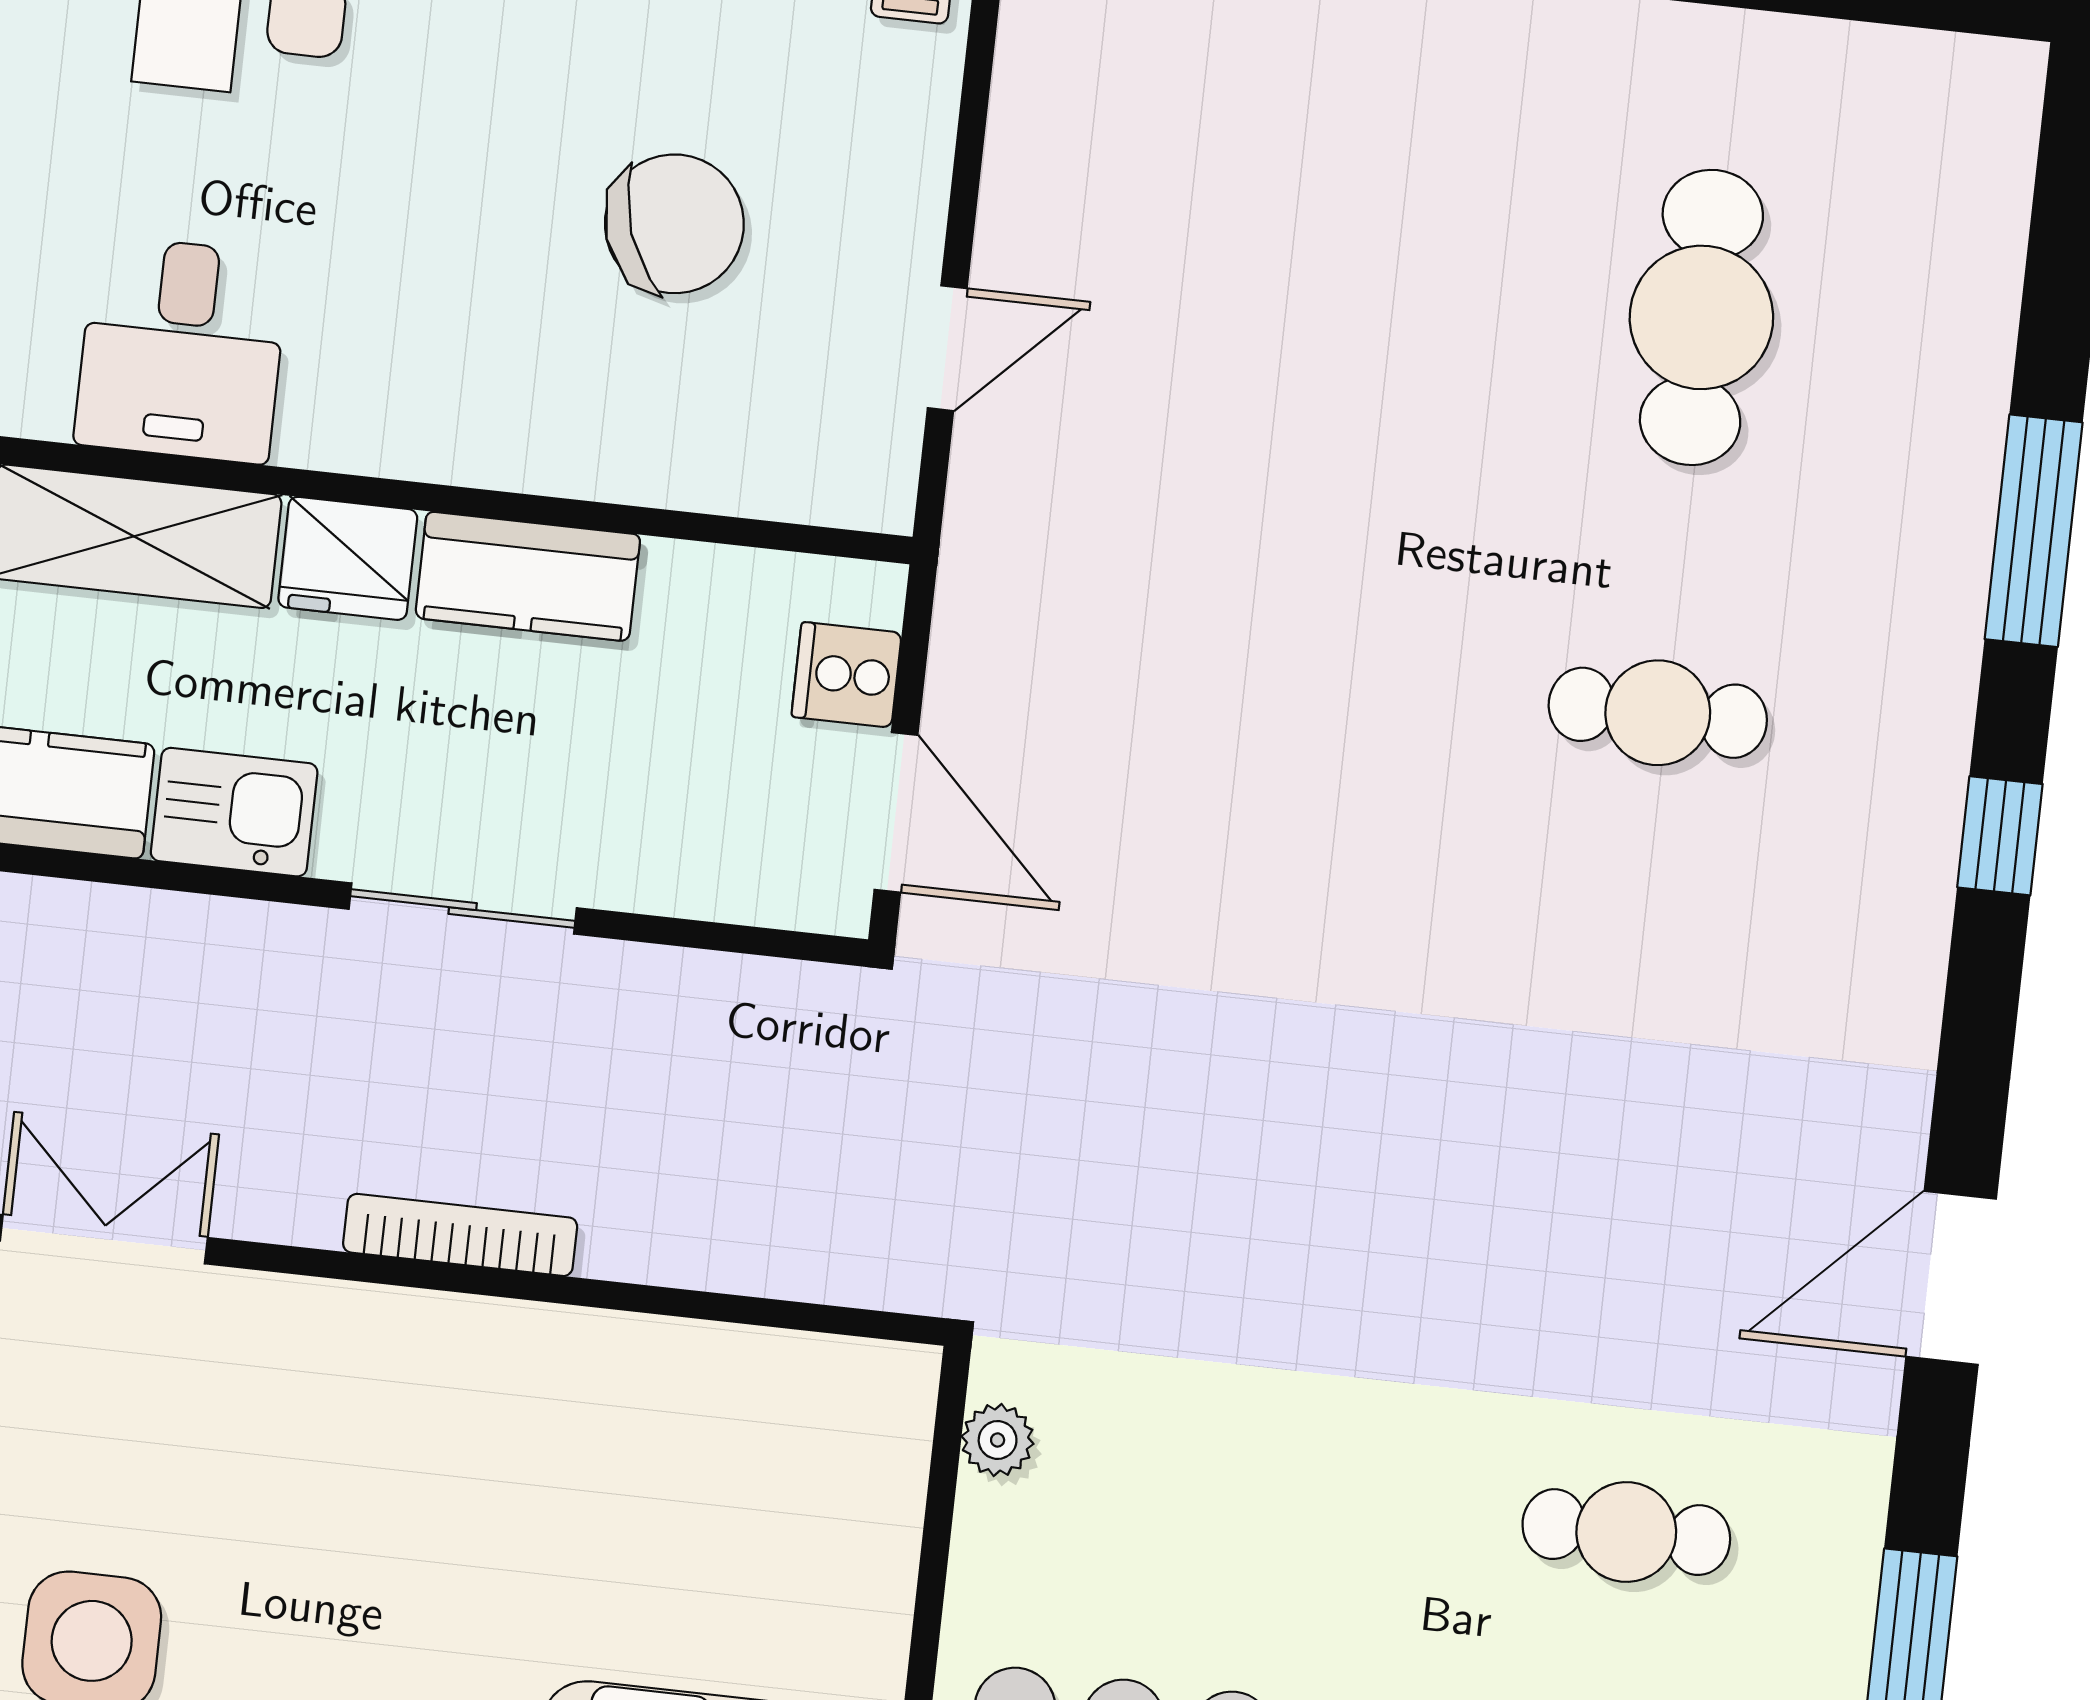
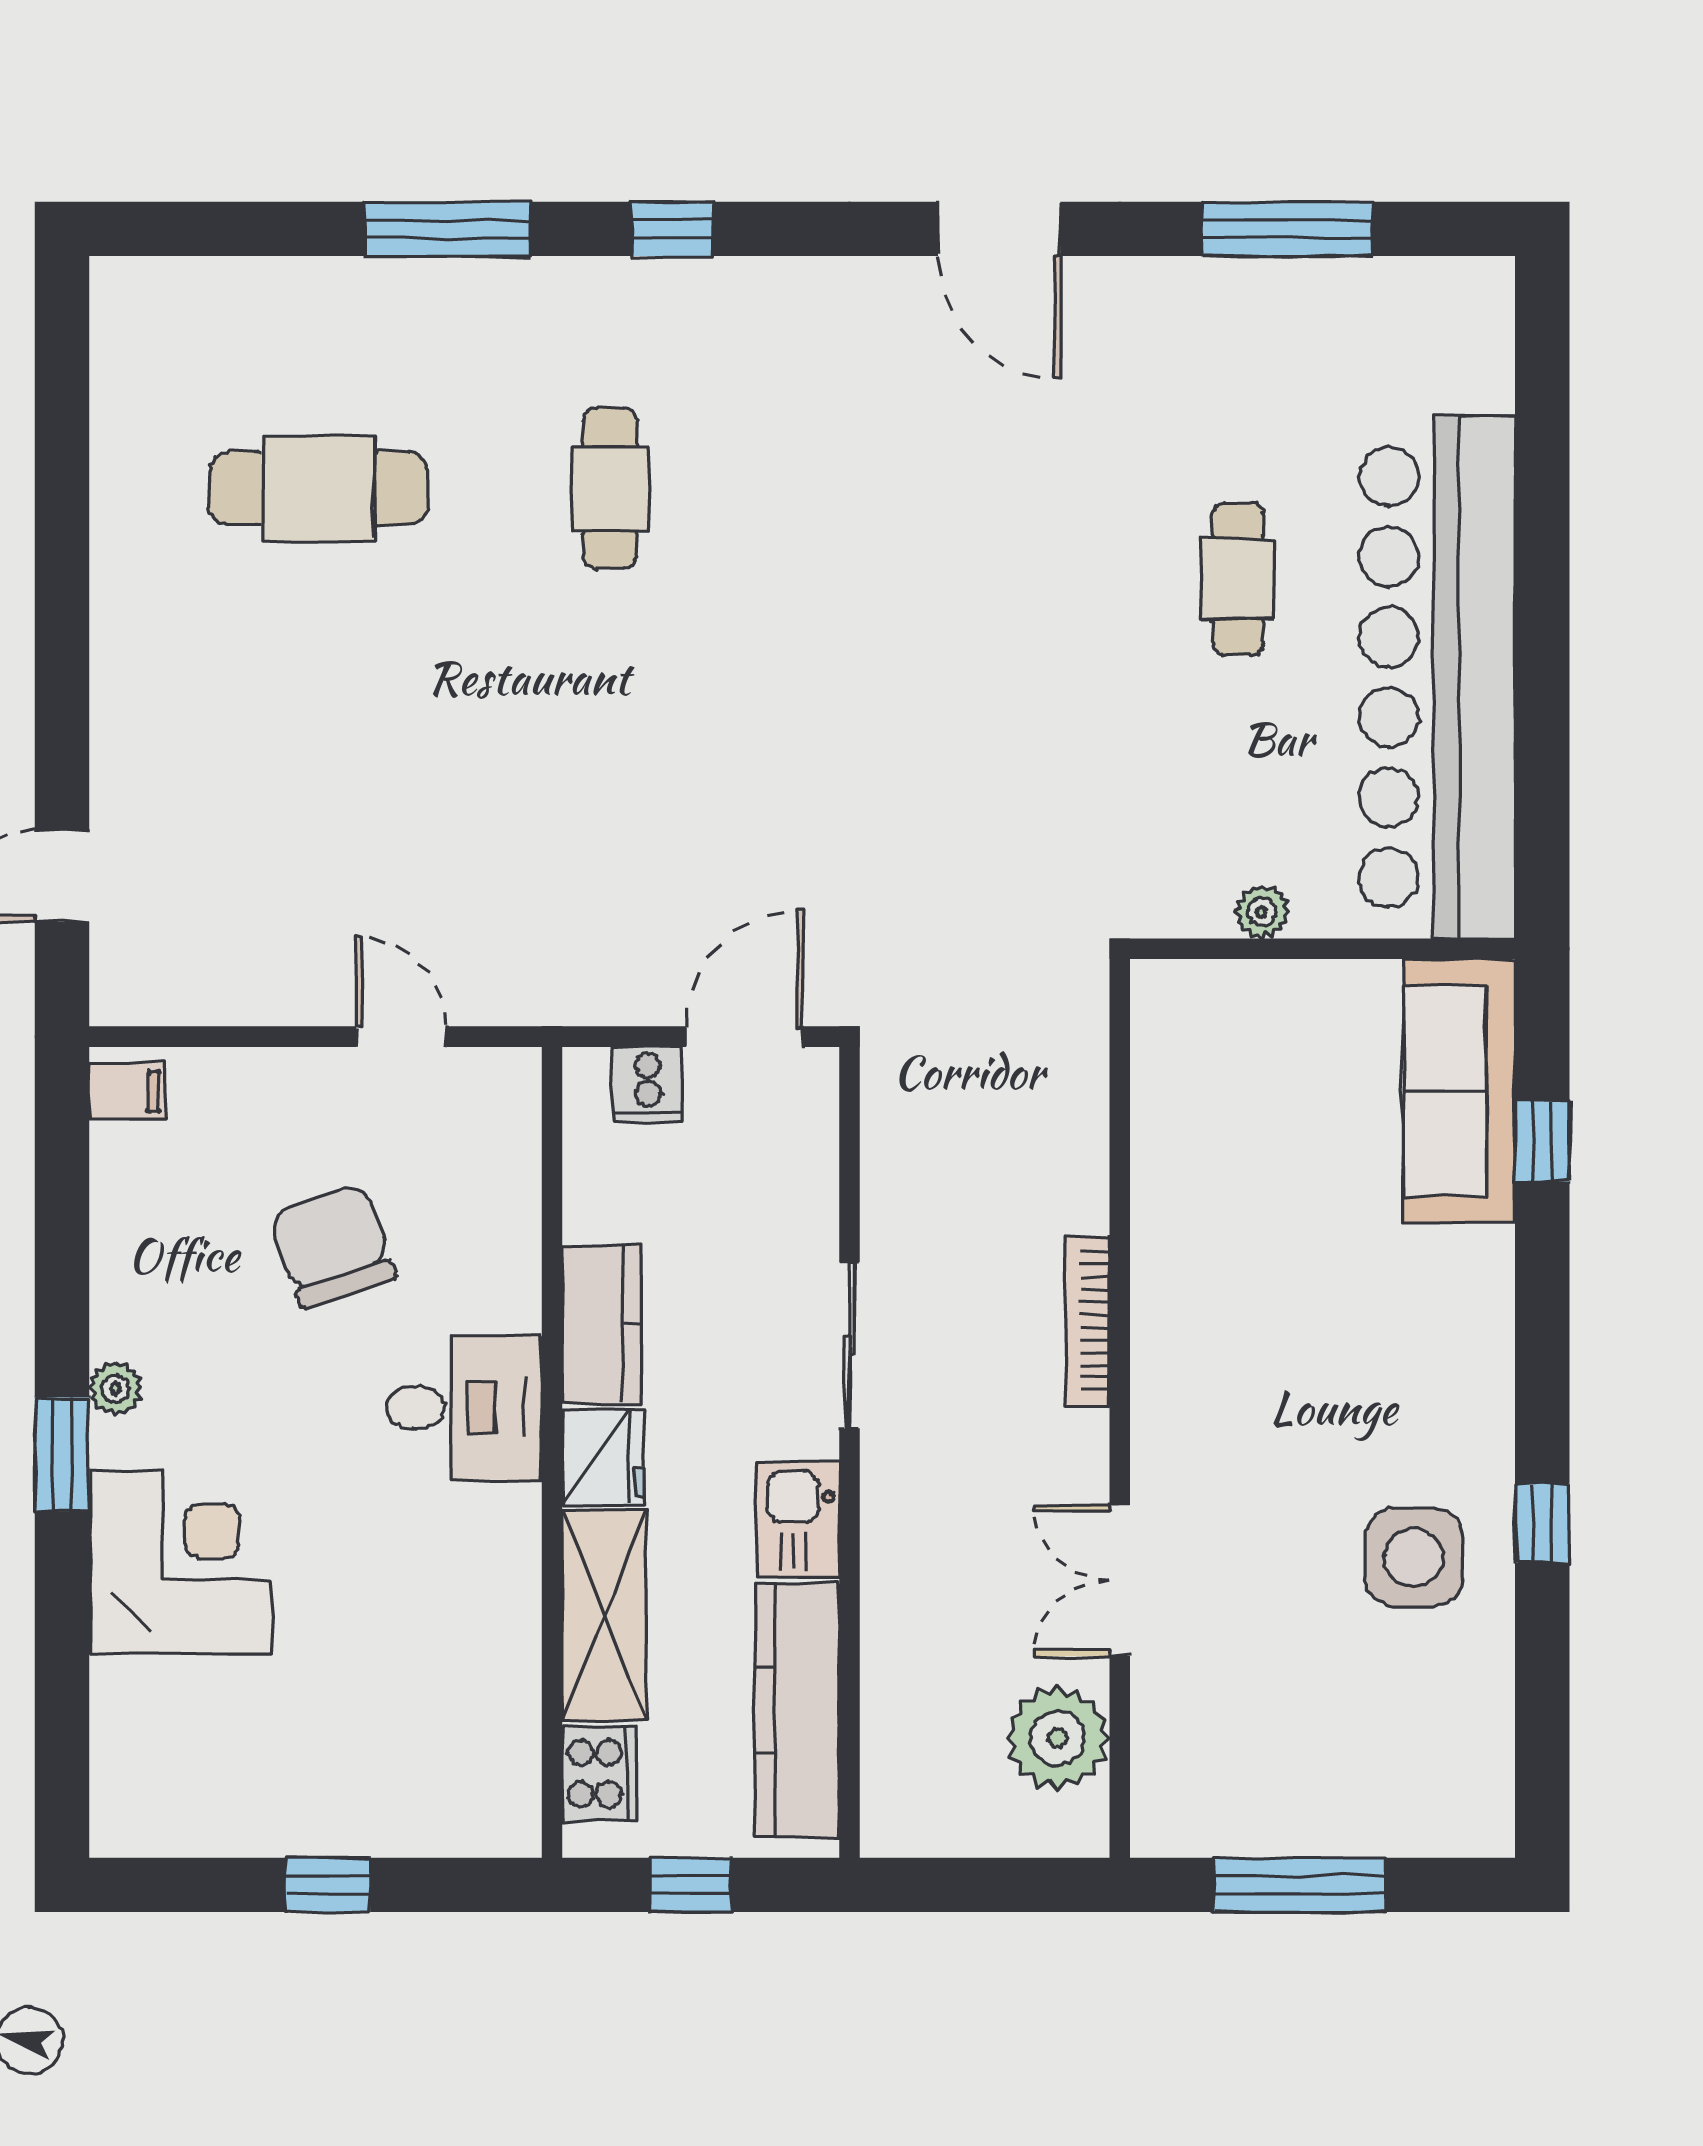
desk: (182, 350) -> (464, 1408), moved
plant: (998, 1440) -> (1262, 912), moved
cafe table: (1626, 1532) -> (1238, 579), moved

